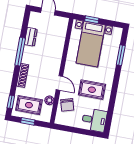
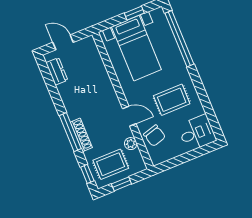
window: (92, 20) -> (134, 13), moved
dresser: (31, 37) -> (57, 71), moved
window: (20, 52) -> (70, 132), moved
window: (121, 55) -> (179, 39), width x2.11

